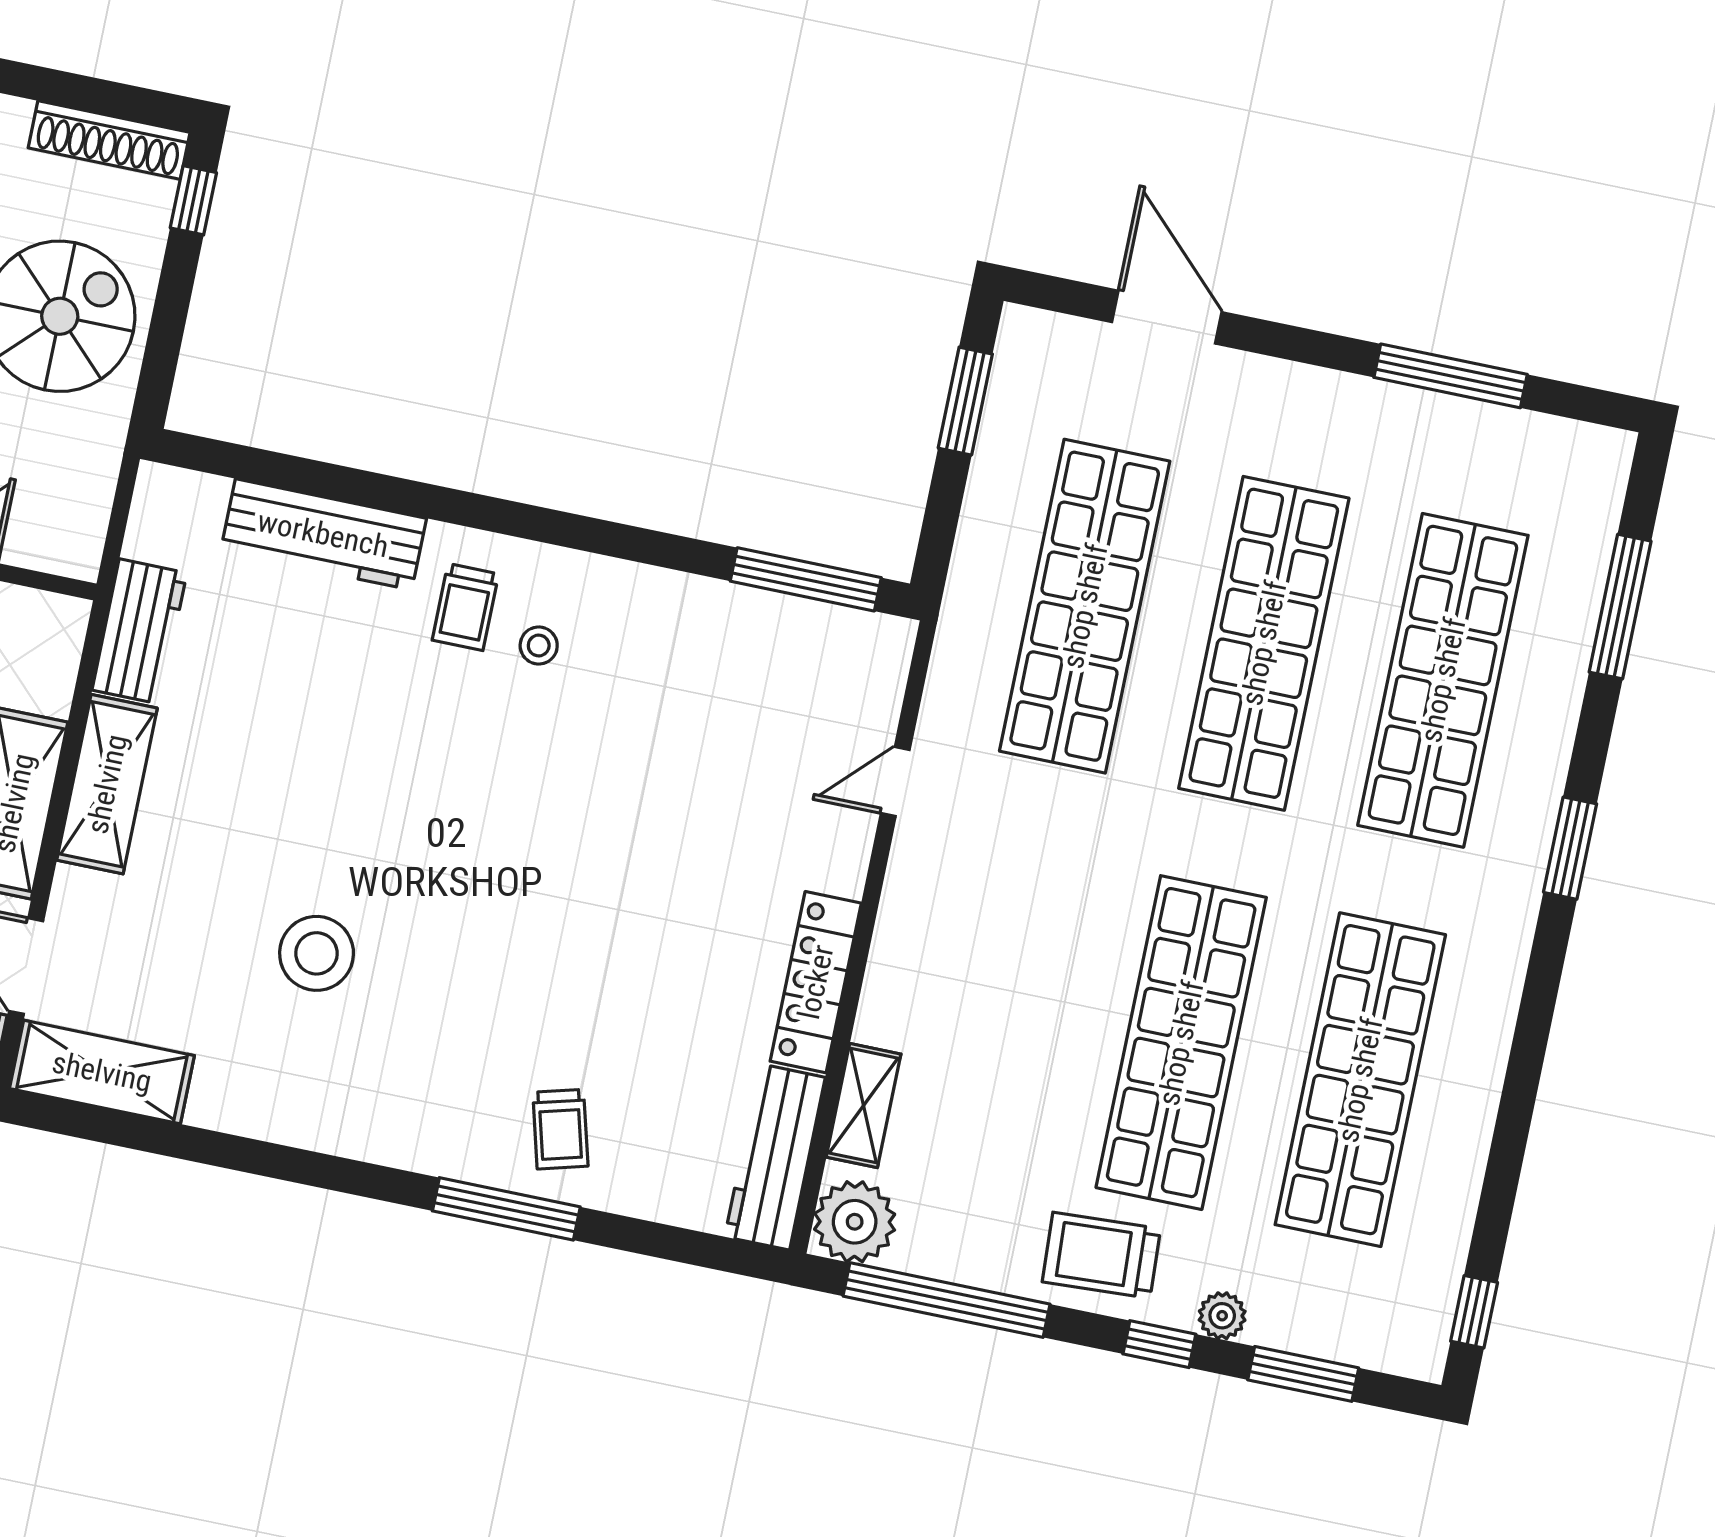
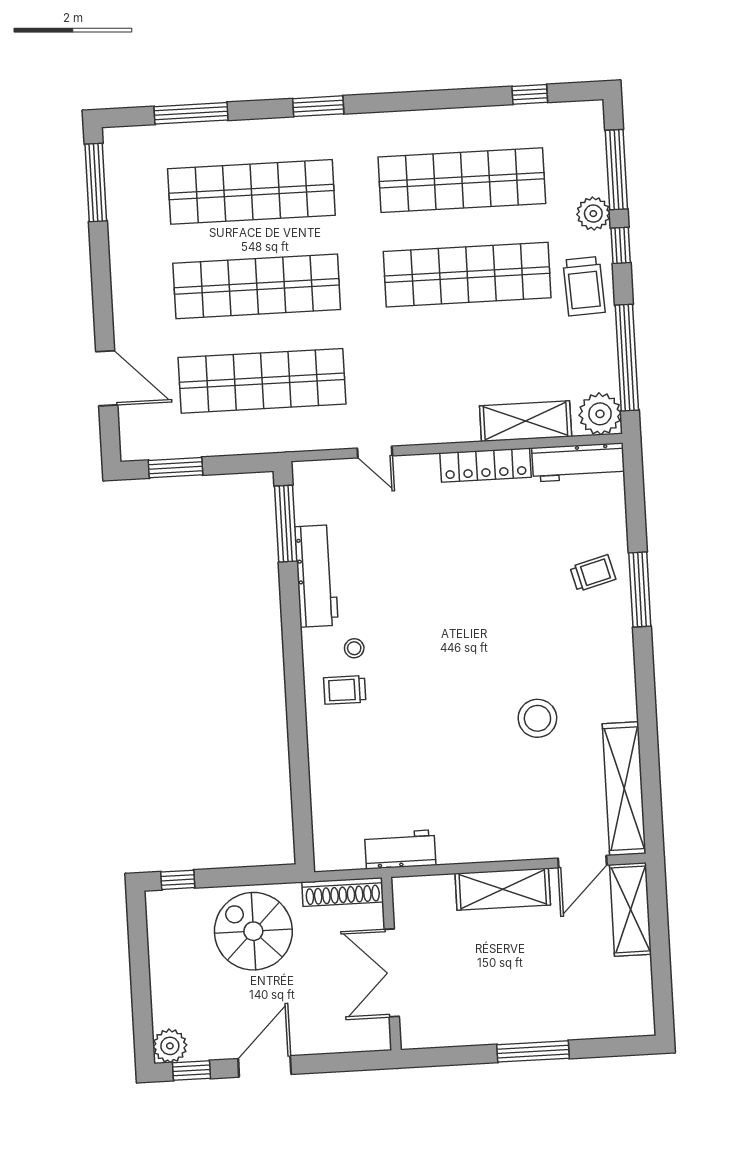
shoe rack: (109, 140) -> (343, 892), moved, turned 90
door: (1167, 317) -> (107, 378), swing flipped
window: (1451, 376) -> (96, 183), moved
workbench: (323, 534) -> (316, 576), moved
trolley: (465, 607) -> (345, 690), turned 180
shelving: (107, 784) -> (481, 845), removed
shelving: (102, 1072) -> (624, 789), width x1.47
shelving: (864, 1106) -> (526, 421), width x1.50, depth x1.33
window: (1474, 1312) -> (530, 94), moved
plant: (1222, 1316) -> (593, 214), width x1.38, depth x1.38
window: (1303, 1374) -> (616, 170), width x1.44

